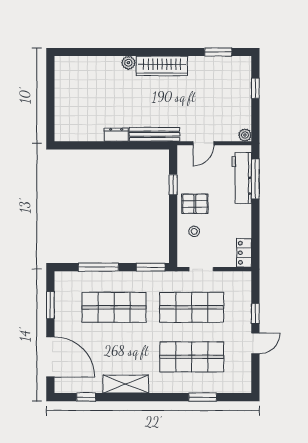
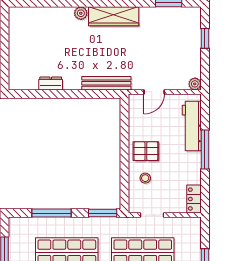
dresser: (116, 135) -> (51, 84), moved
window: (255, 179) -> (205, 150), moved
window: (173, 185) -> (125, 133), removed

